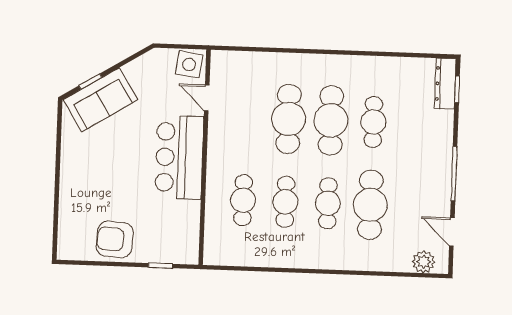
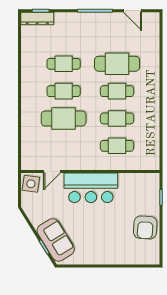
cafe table: (331, 120) -> (64, 91), width x0.73, depth x0.74
door: (452, 232) -> (133, 11), hinge flipped
plant: (424, 262) -> (152, 28), removed

